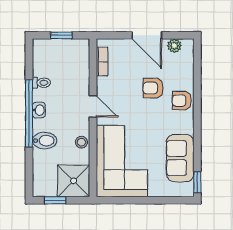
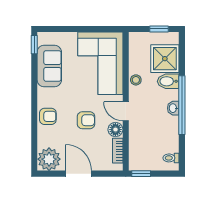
window: (61, 35) -> (141, 174), moved
plant: (174, 46) -> (49, 159), width x1.87, depth x1.87
toilet: (41, 83) -> (171, 158), moved
floor lamp: (105, 86) -> (115, 130), added
armchair: (153, 88) -> (86, 120), moved
shower: (74, 181) -> (165, 59), moved

